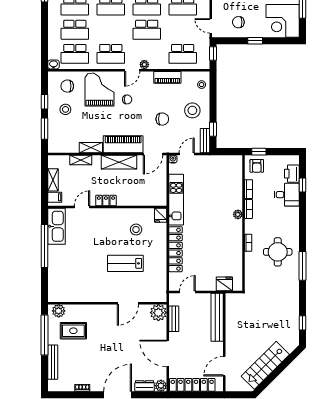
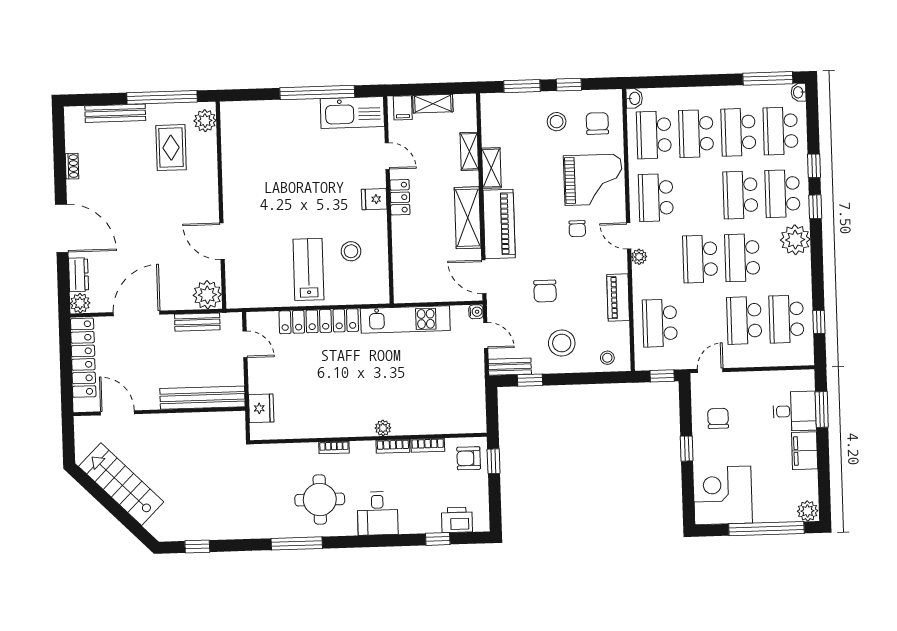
desk: (287, 195) -> (378, 513), moved
fridge: (161, 215) -> (374, 199), moved
lab bench: (125, 263) -> (308, 269), moved

